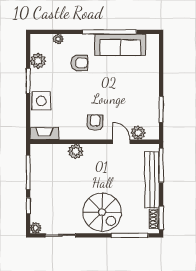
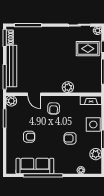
armchair: (79, 63) -> (70, 138), moved
armchair: (128, 84) -> (29, 137), added
plant: (138, 133) -> (11, 101), moved
rug: (49, 203) -> (88, 49), added
spiral stairs: (102, 212) -> (48, 42), removed

